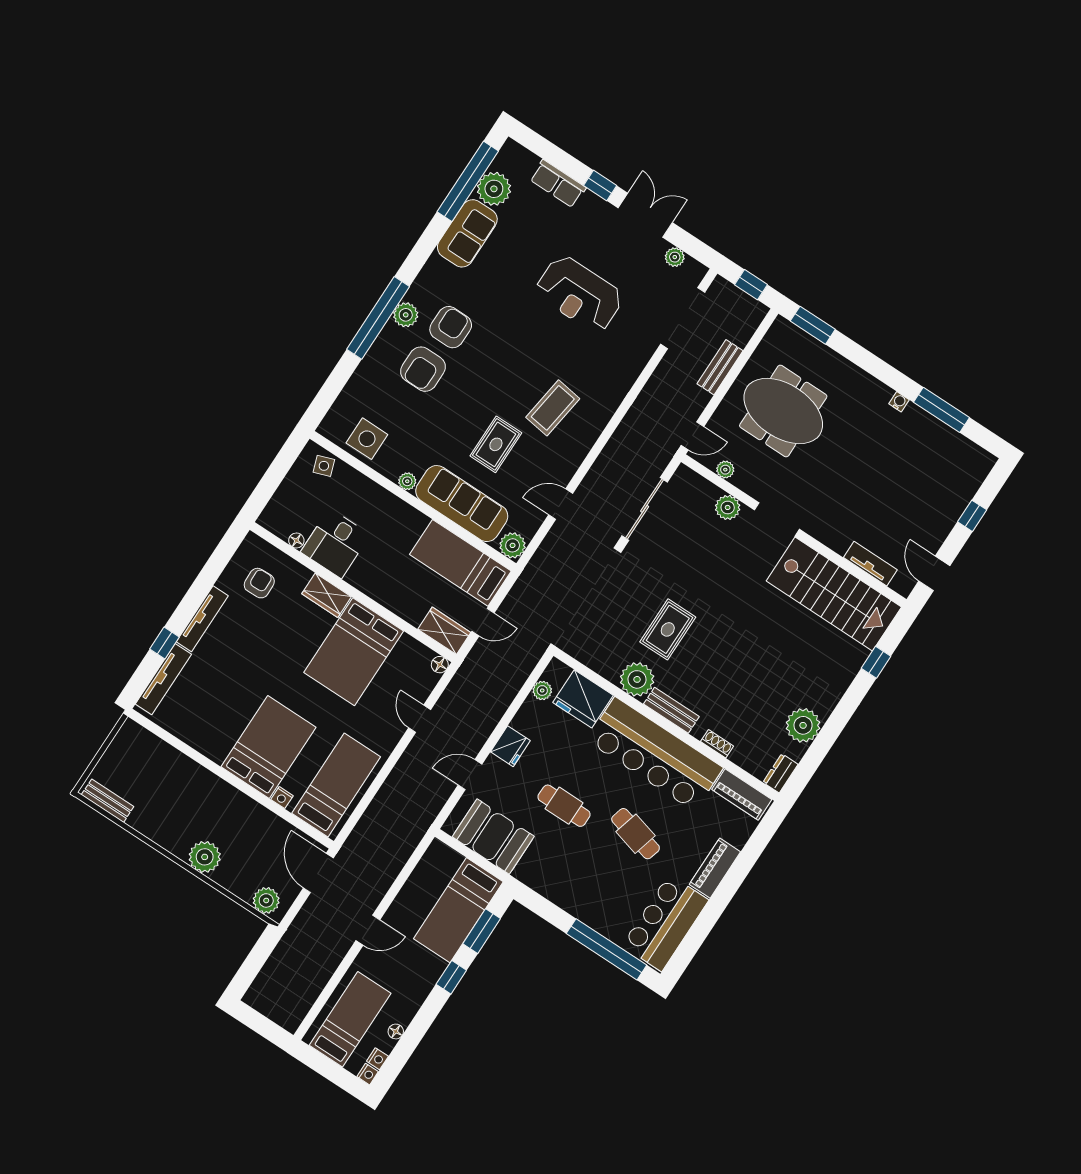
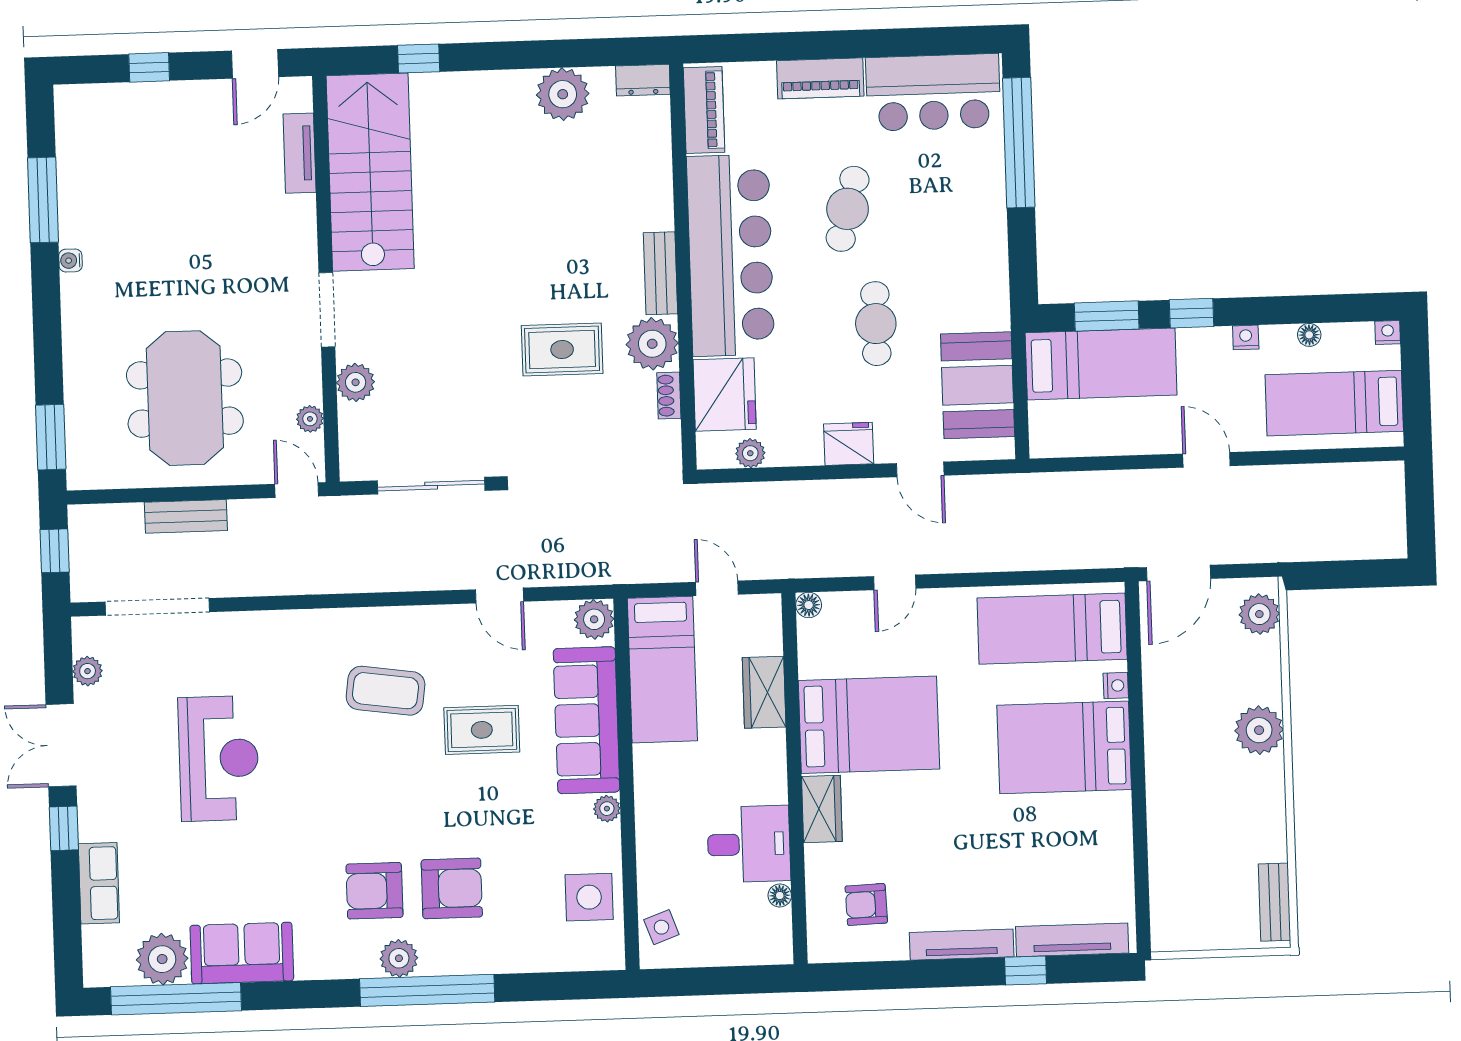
wardrobe: (444, 631) -> (764, 692), moved
shoe rack: (717, 744) -> (669, 396), moved
nightstand: (377, 1059) -> (1246, 337), moved

